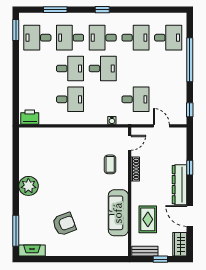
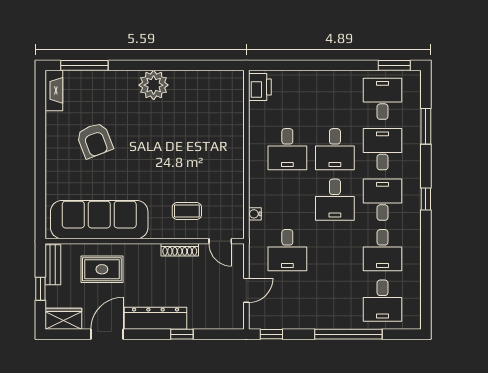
sofa: (118, 213) -> (99, 220), width x1.36, depth x1.27

